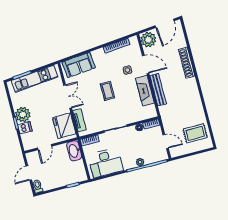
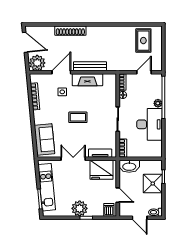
dishwasher: (25, 128) -> (109, 210), moved
desk: (106, 163) -> (149, 124), moved
shower: (64, 177) -> (153, 184), added

